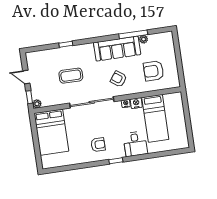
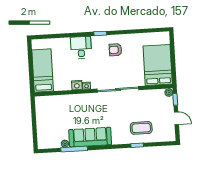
armchair: (154, 71) -> (58, 114), removed
coffee table: (71, 76) -> (141, 128), moved
armchair: (119, 79) -> (91, 109), removed
bed: (155, 118) -> (43, 71), moved

